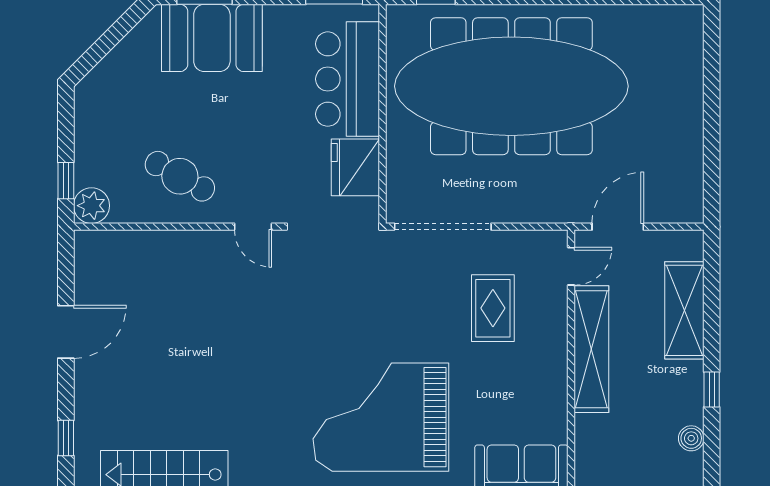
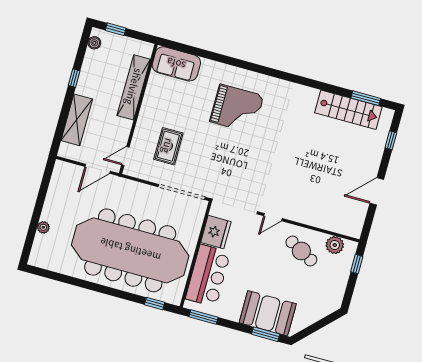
plant: (692, 84) -> (43, 227), added
plant: (91, 206) -> (335, 245), moved
door: (253, 227) -> (273, 217), swing flipped
shelving: (591, 349) -> (134, 87), moved
grand piano: (381, 417) -> (237, 109), width x0.73, depth x0.68
boiler: (691, 438) -> (94, 43), moved

